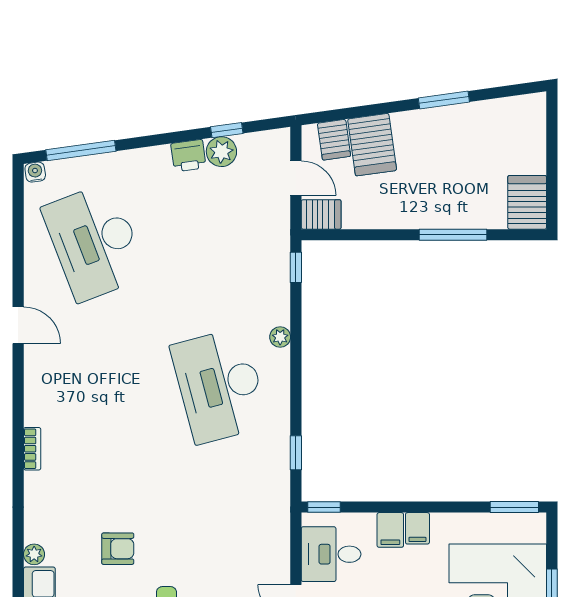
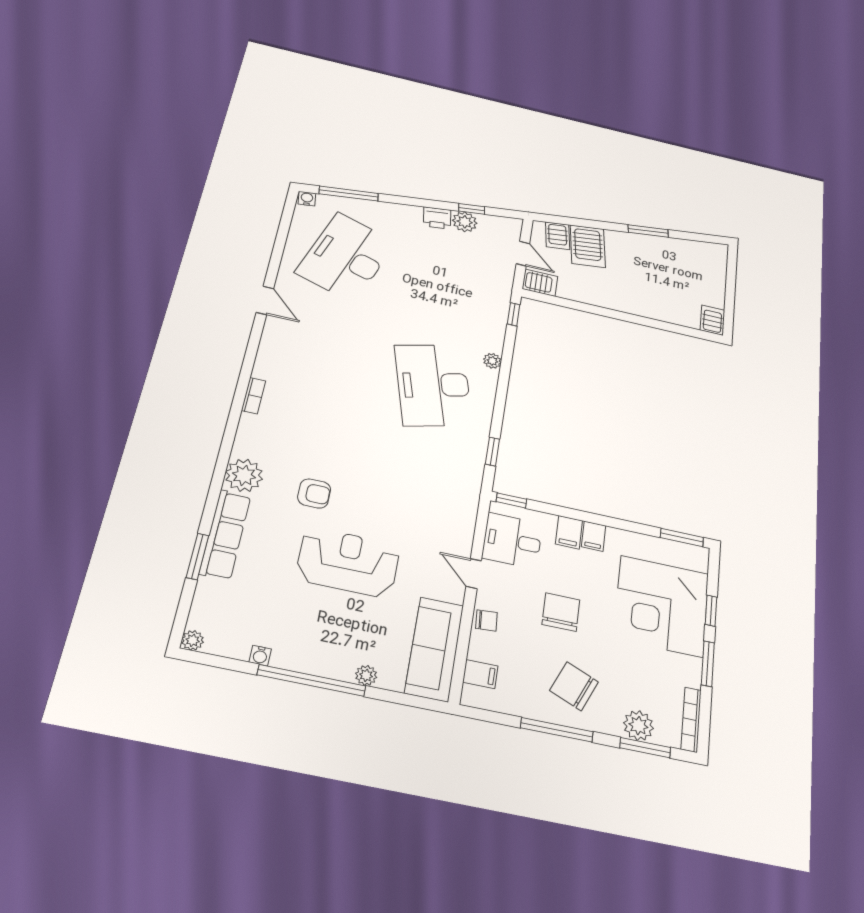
server rack: (527, 202) -> (712, 320), width x0.73, depth x0.70
window: (453, 235) -> (647, 322), removed
desk: (94, 242) -> (346, 257), turned 39
plant: (34, 554) -> (244, 475), width x1.88, depth x1.88

